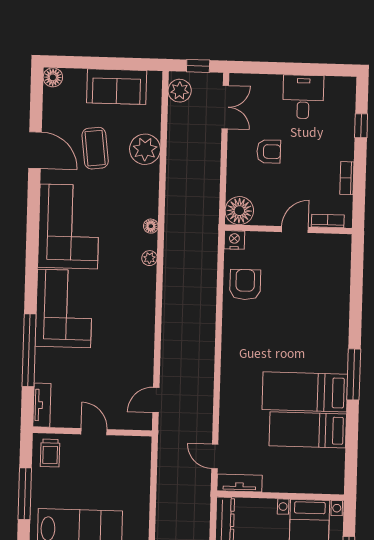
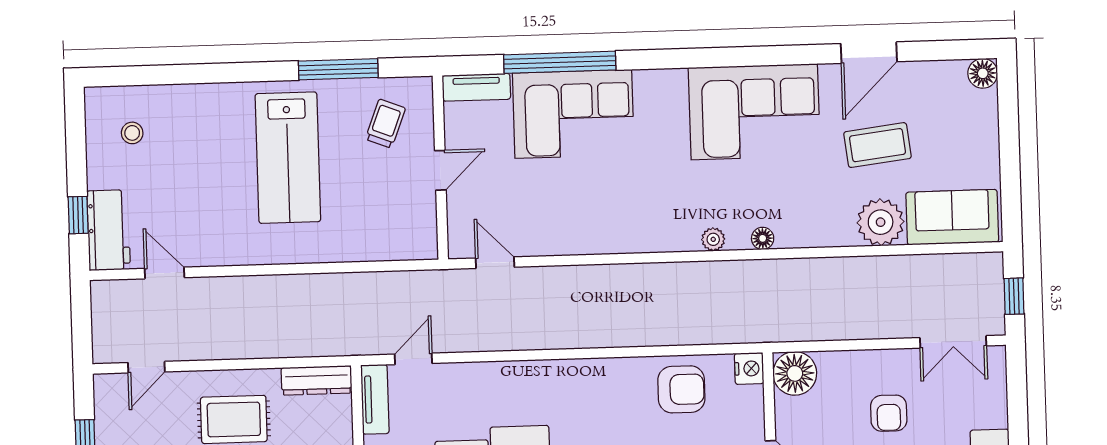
sofa: (117, 87) -> (952, 217), moved, turned 90
plant: (180, 91) -> (974, 270), removed
corner sofa: (64, 309) -> (573, 114), moved
trolley: (50, 453) -> (385, 124), moved, turned 111

